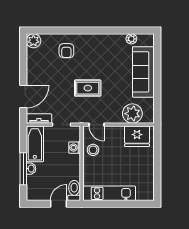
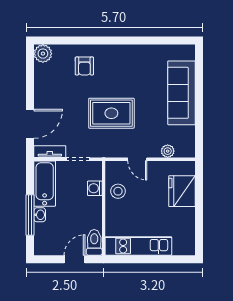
plant: (131, 39) -> (166, 51), removed
rug: (88, 88) -> (111, 113), width x1.36, depth x1.43
plant: (132, 114) -> (168, 151), width x0.53, depth x0.53
door: (97, 125) -> (137, 159), moved
fridge: (137, 136) -> (182, 191), moved, turned 90

